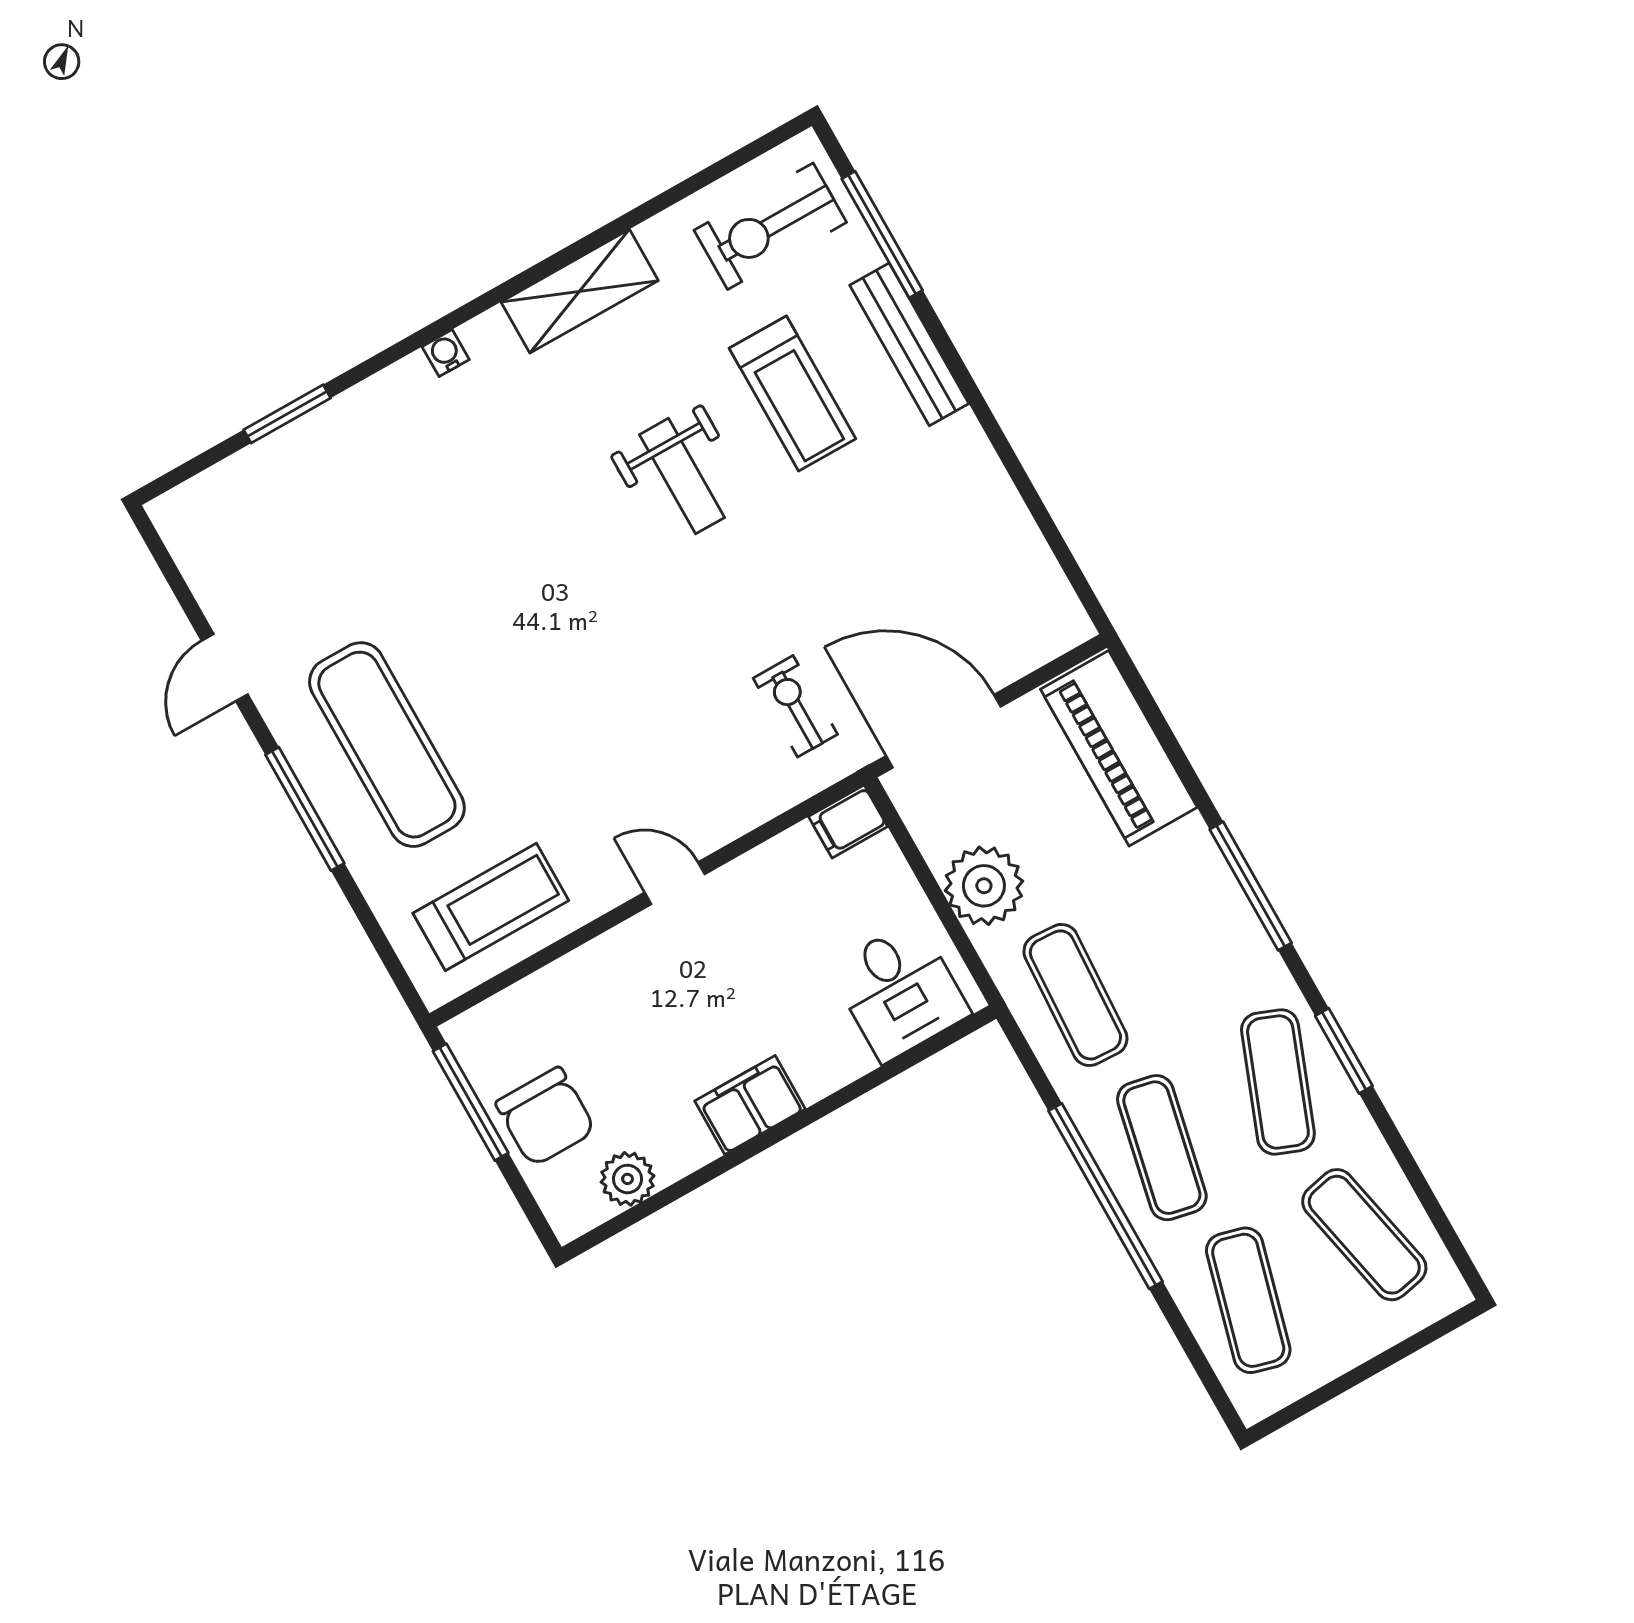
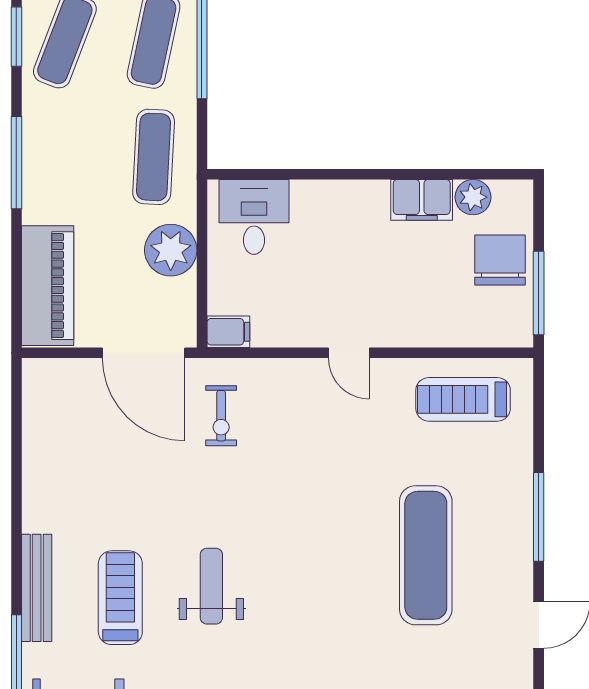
exercise mat: (387, 745) -> (426, 555), moved
filing cabinet: (750, 1105) -> (422, 200), moved

